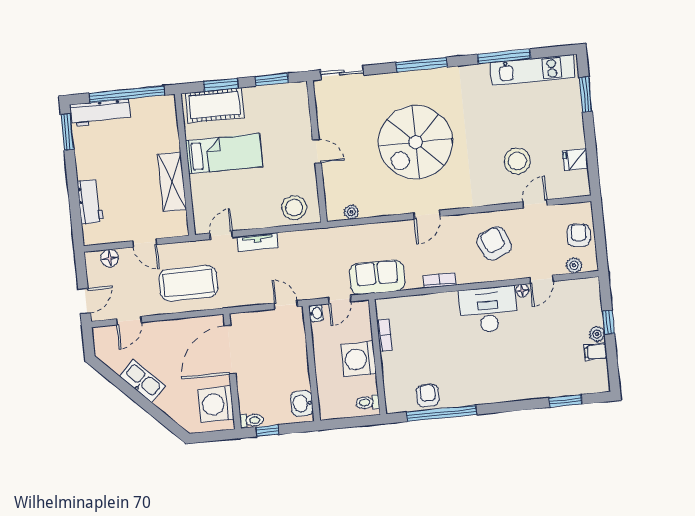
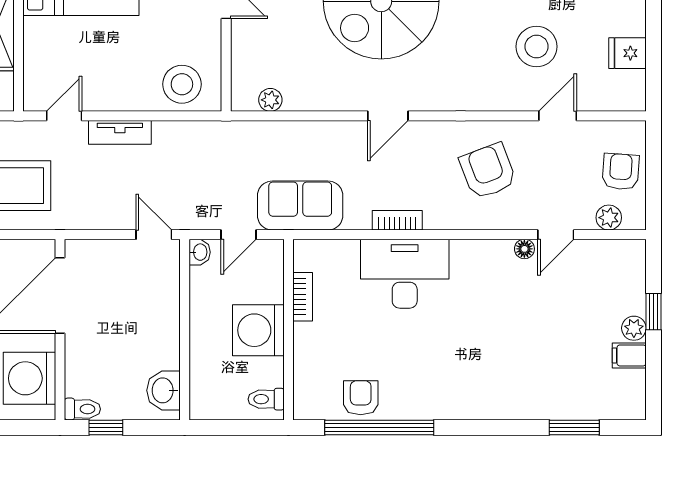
desk: (488, 310) -> (405, 274), moved

